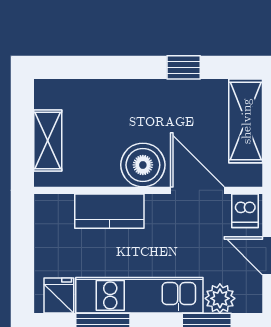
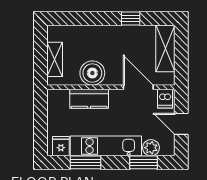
boiler: (143, 165) -> (92, 73), moved

